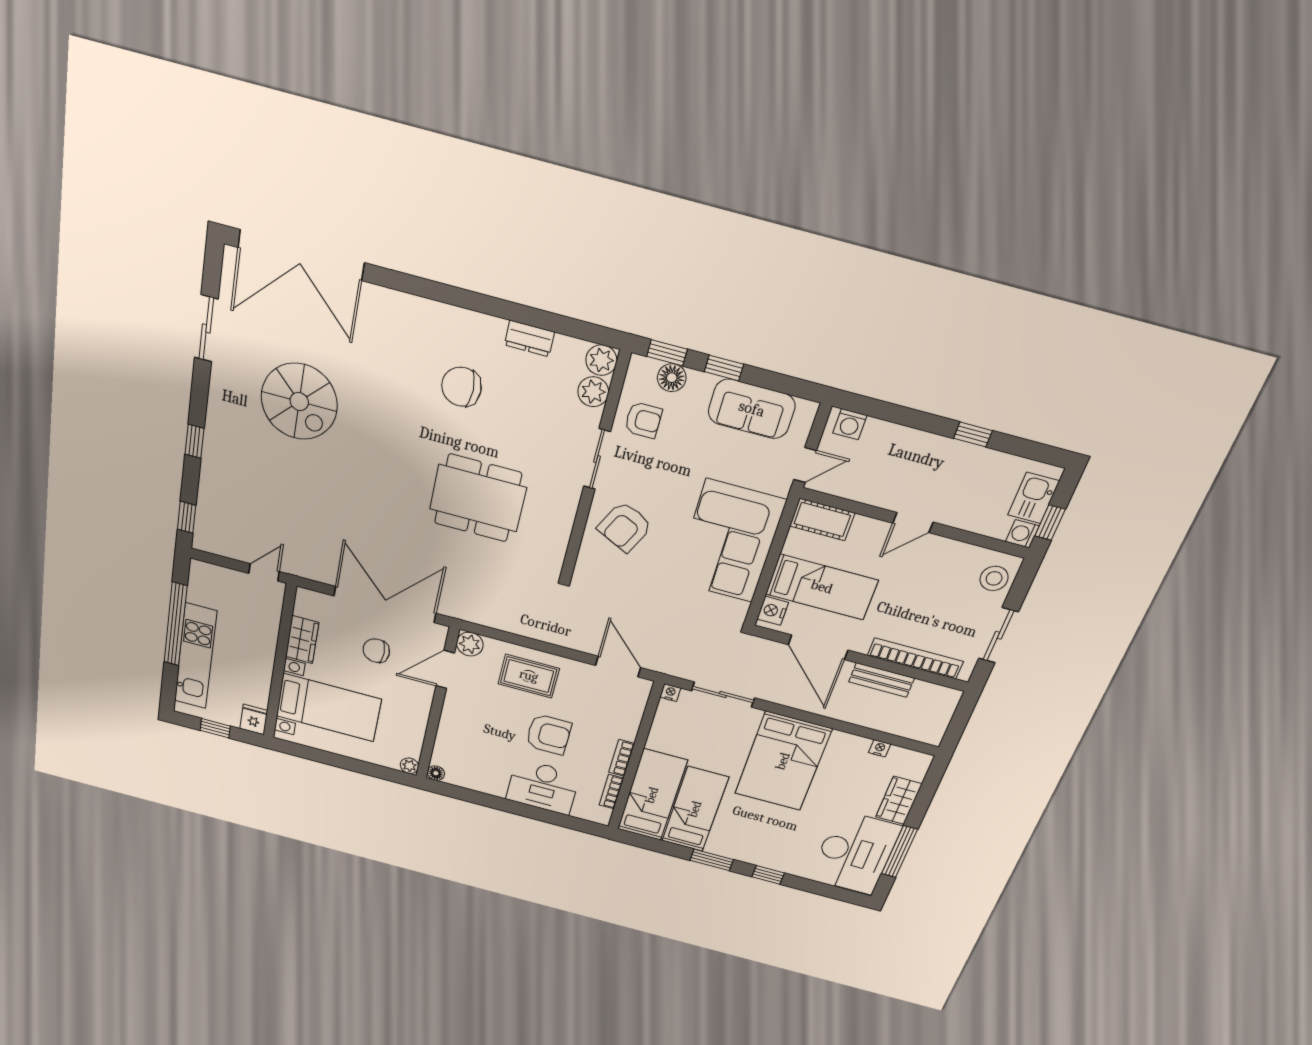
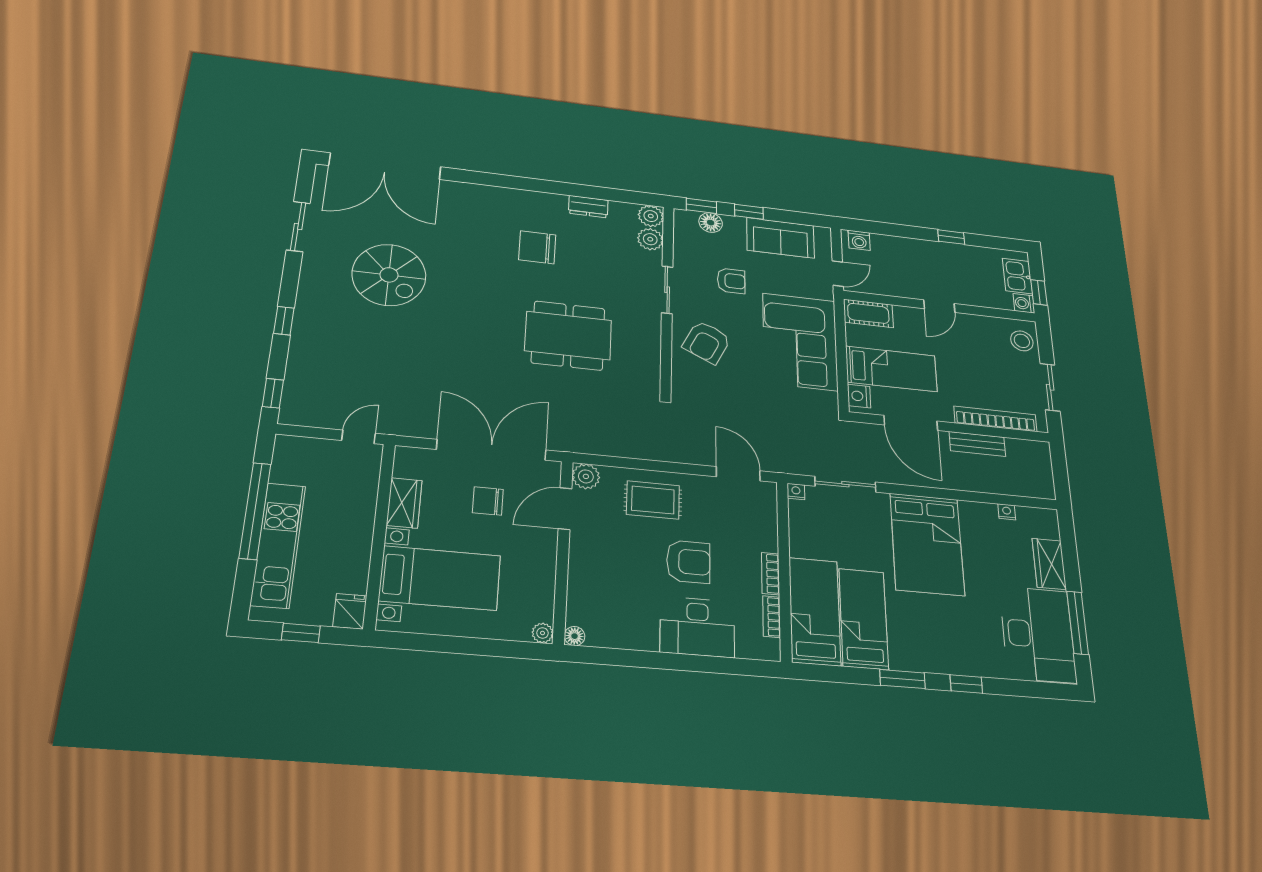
armchair: (643, 420) -> (731, 281), moved

